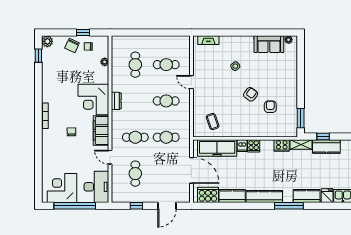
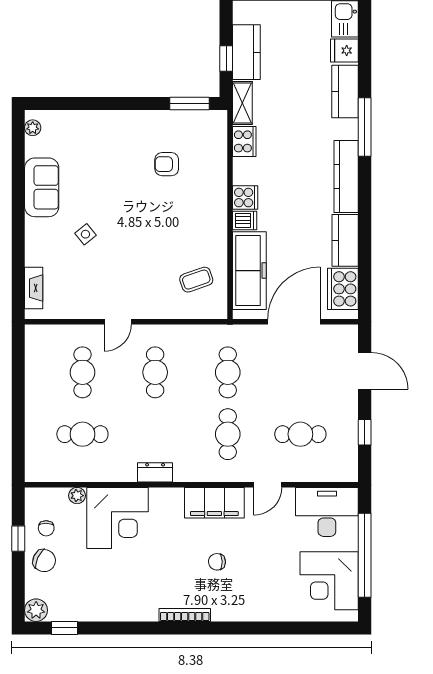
sofa: (269, 44) -> (42, 187), moved
armchair: (251, 94) -> (142, 204), removed
corner desk: (93, 100) -> (118, 518), moved

